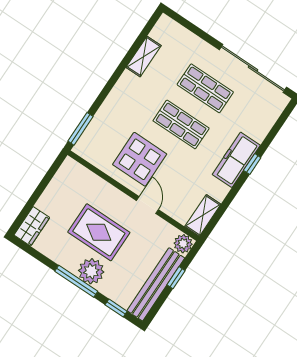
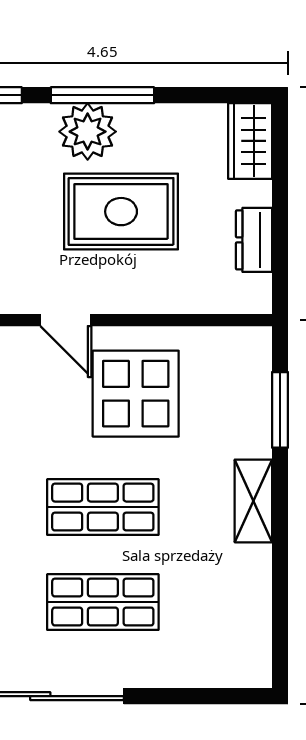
shelving: (144, 57) -> (253, 501), moved
window: (81, 129) -> (280, 410), moved
dresser: (55, 188) -> (254, 240), added

